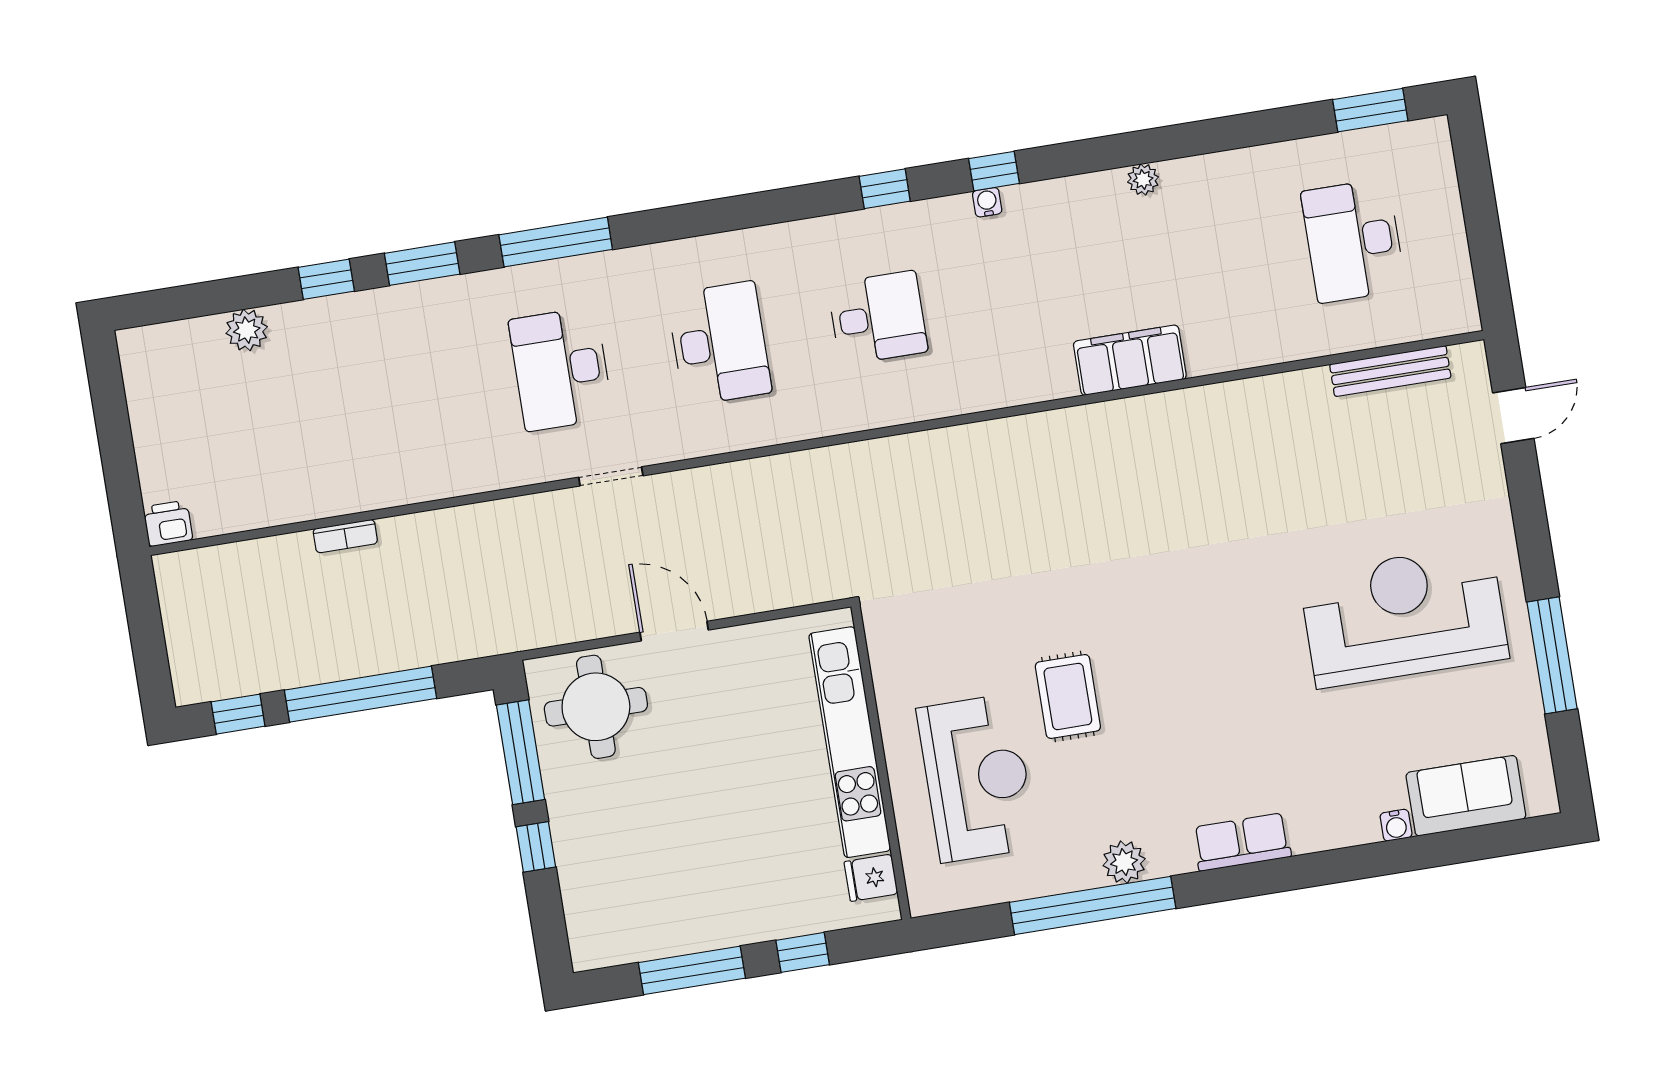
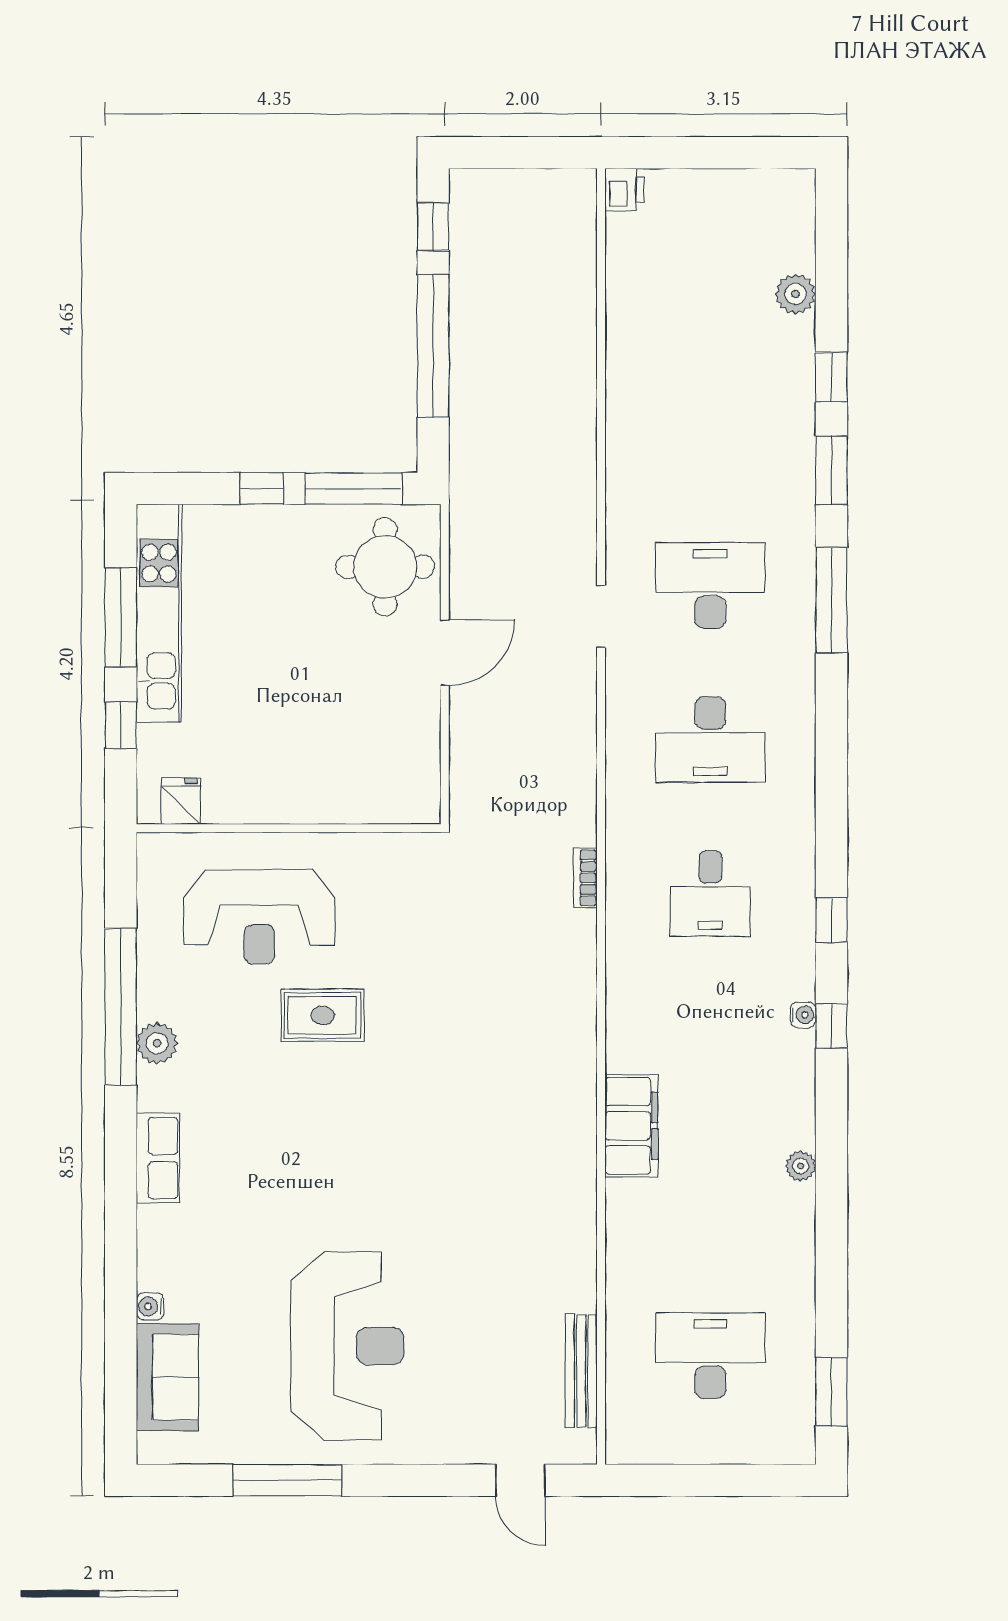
bookcase: (345, 536) -> (585, 878), moved
kitchen unit: (850, 742) -> (159, 613), moved, turned 90

